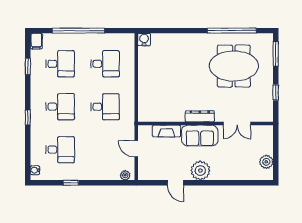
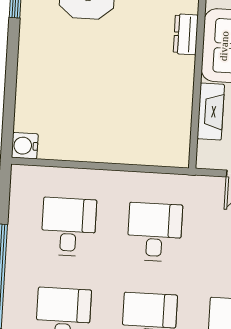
dresser: (200, 116) -> (186, 34), width x0.70

